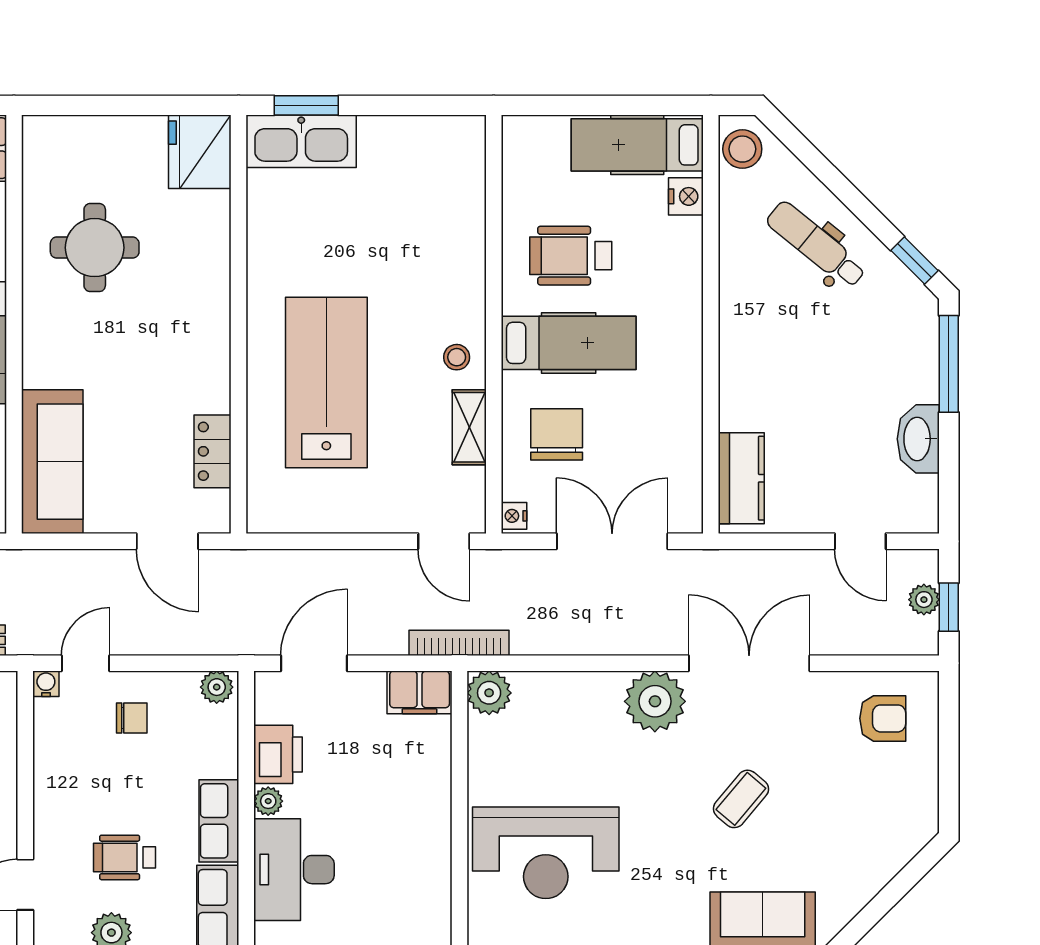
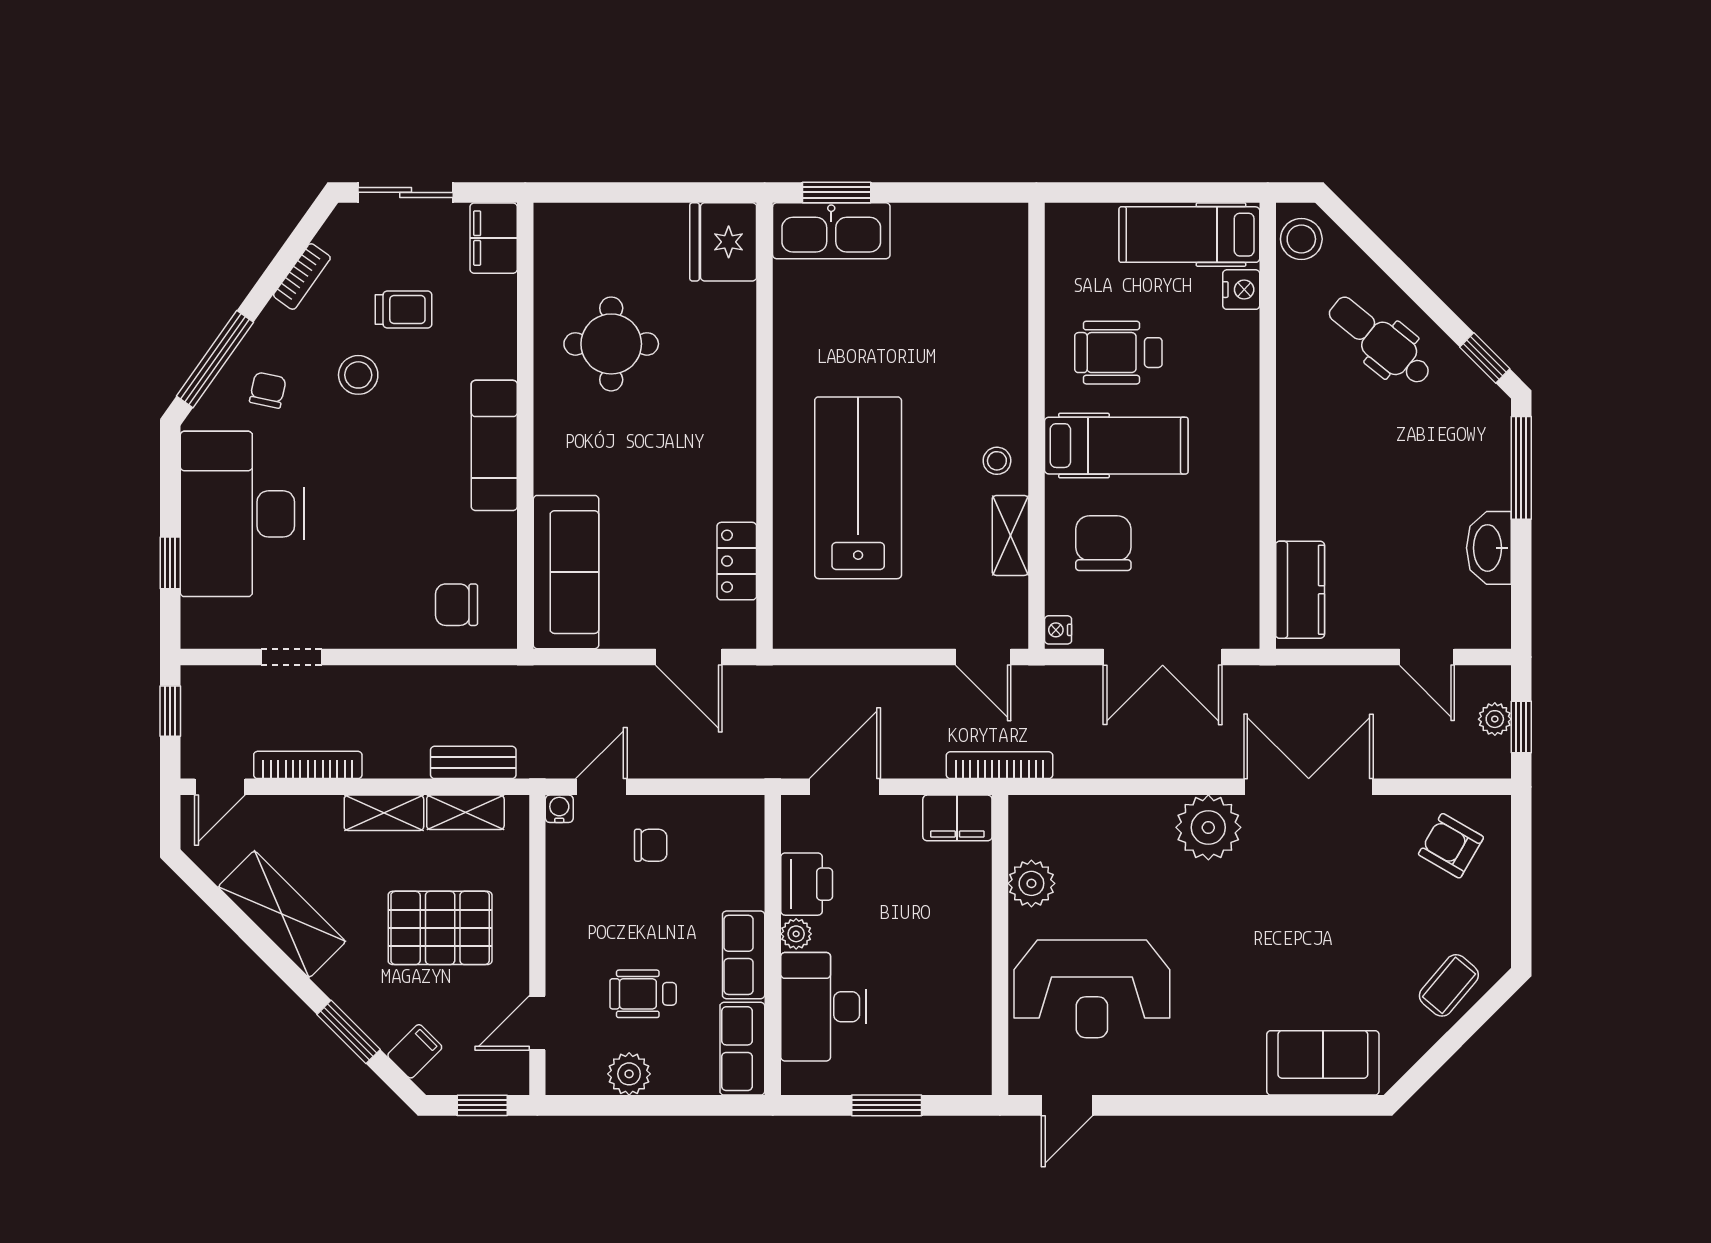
double door: (612, 541) -> (1163, 657), swing flipped
plant: (217, 687) -> (741, 812), removed
plant: (489, 693) -> (1031, 883), moved
armchair: (883, 718) -> (1451, 846), turned -150
coffee table: (741, 799) -> (1449, 985), moved

